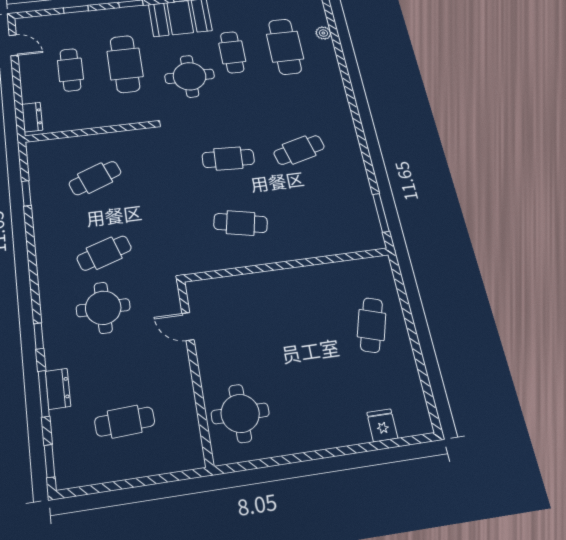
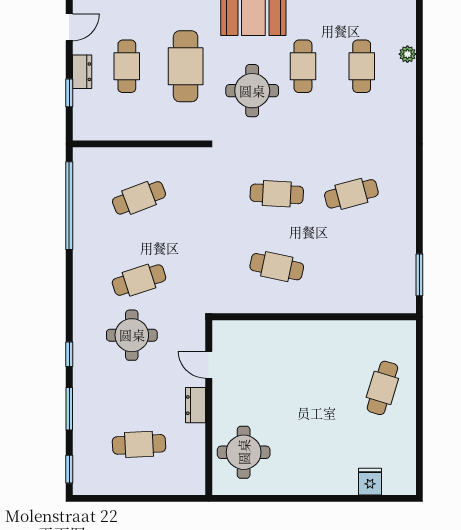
door: (14, 45) -> (69, 27), hinge flipped
cafe table: (285, 47) -> (362, 66), width x0.73, depth x0.74
window: (18, 97) -> (69, 93), added
dresser: (32, 117) -> (82, 72), moved
window: (26, 193) -> (69, 206), width x3.17
dresser: (58, 389) -> (195, 405), moved, turned 180

